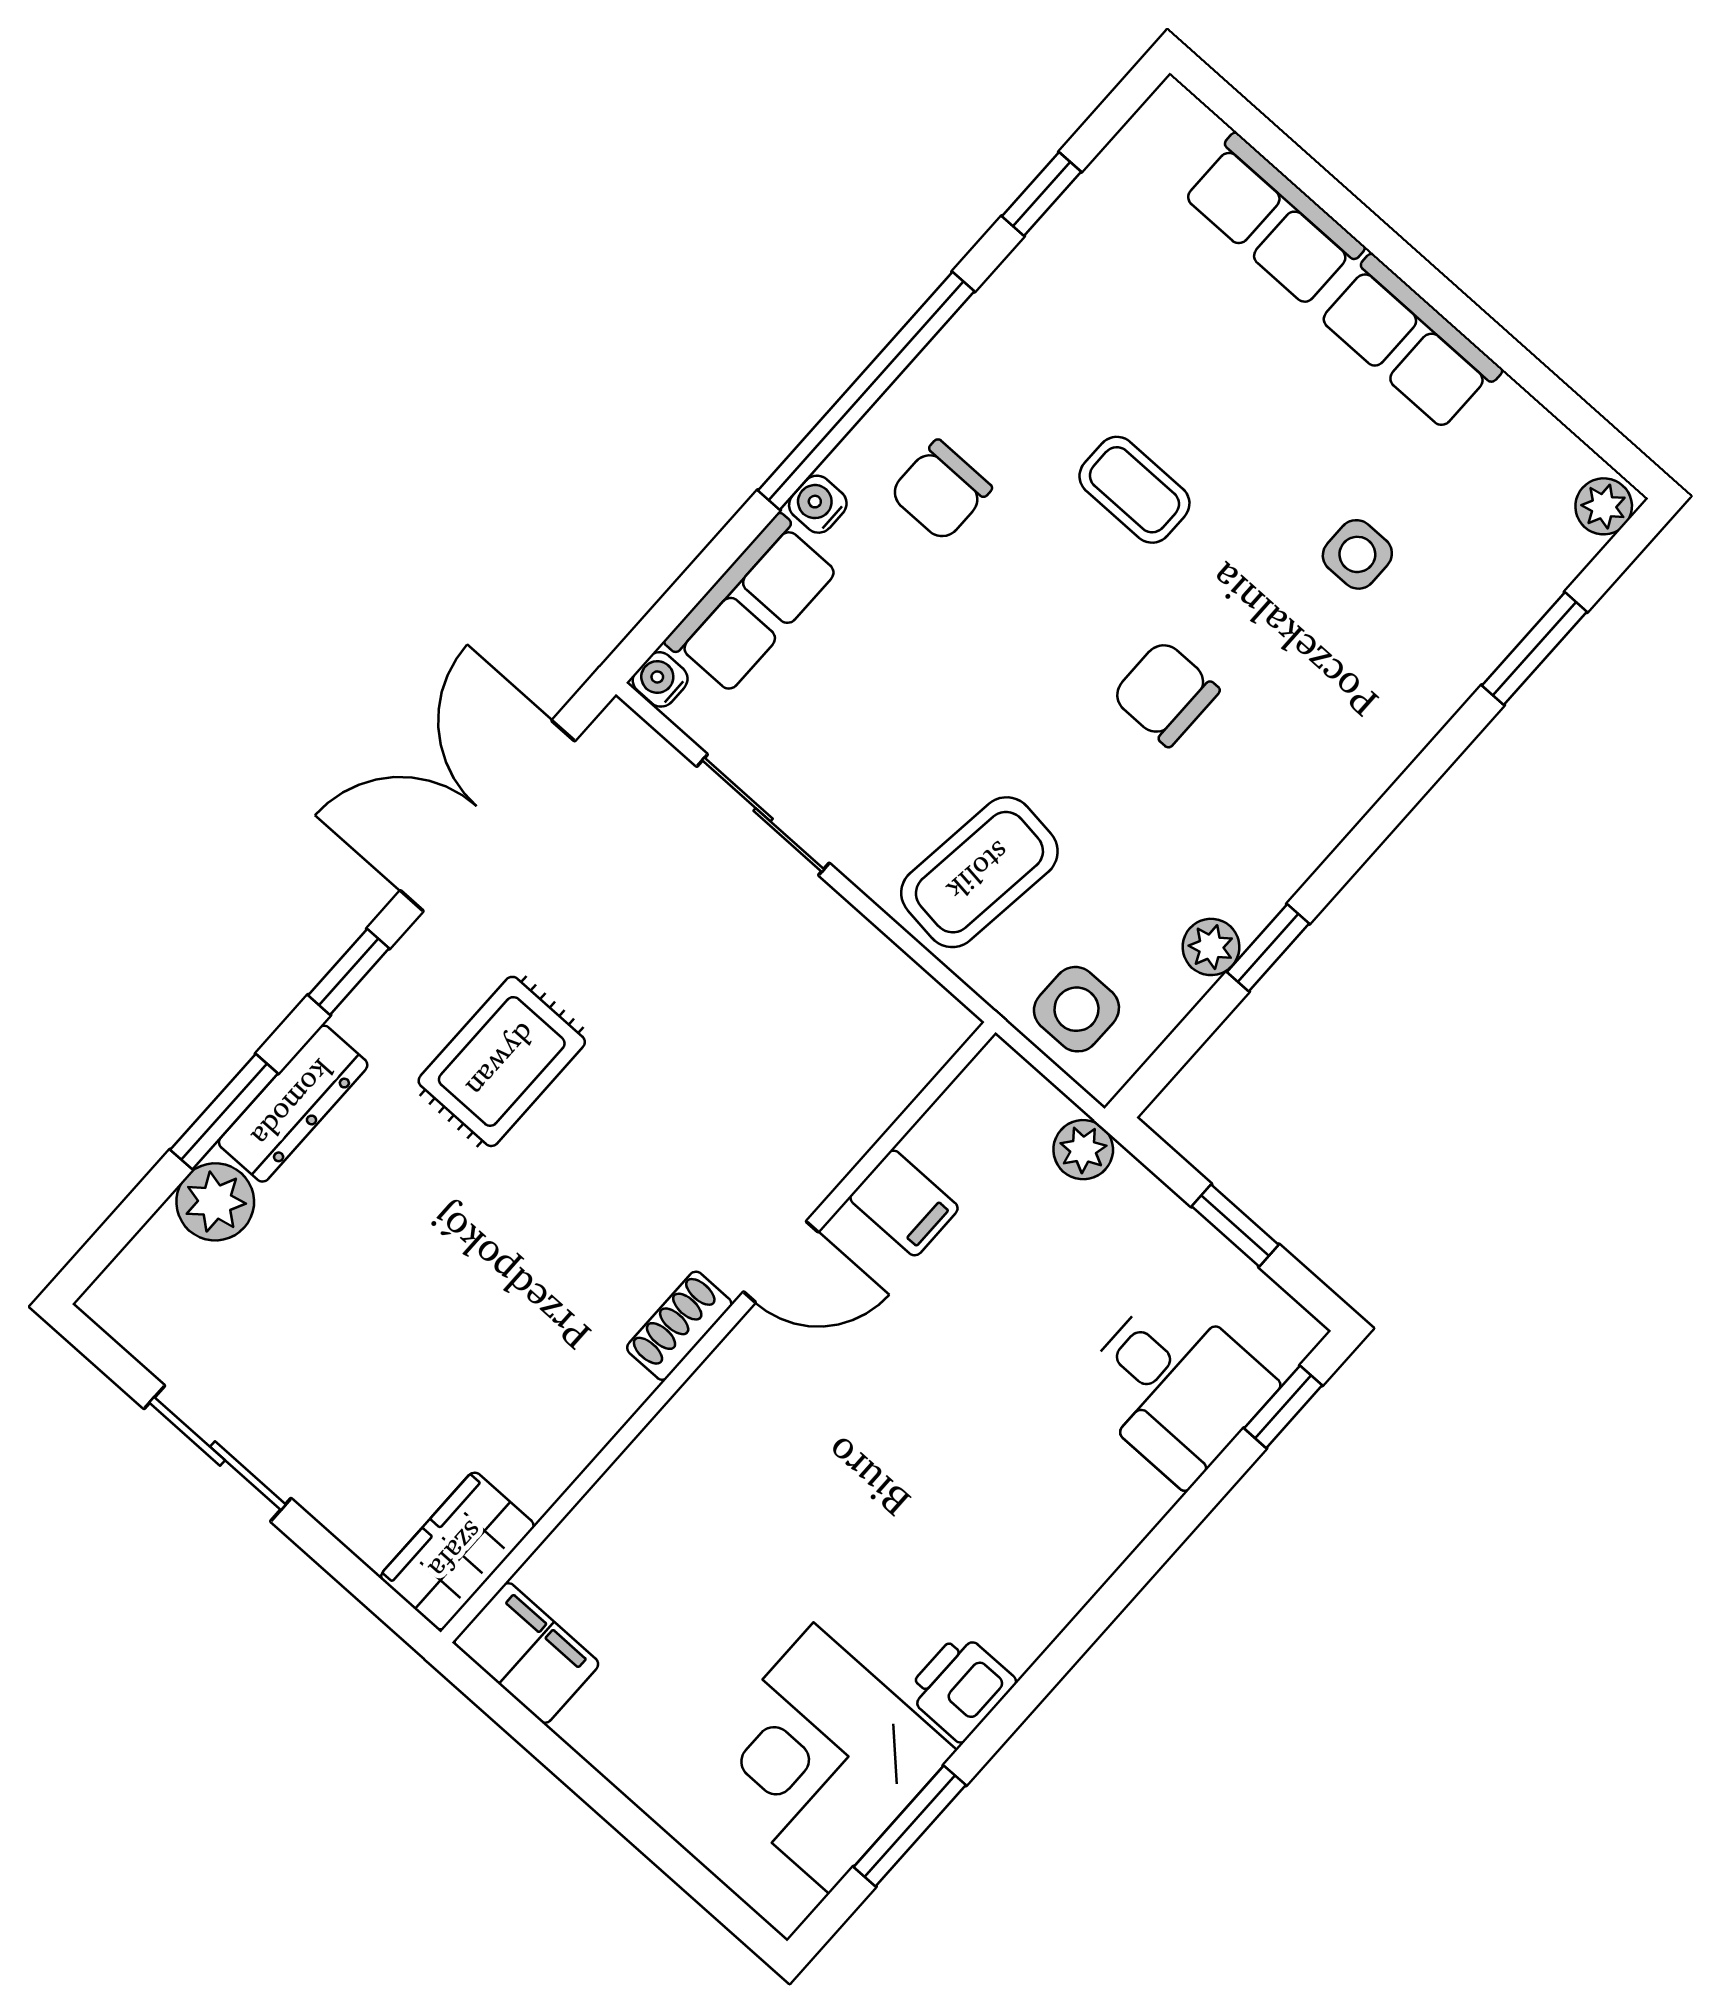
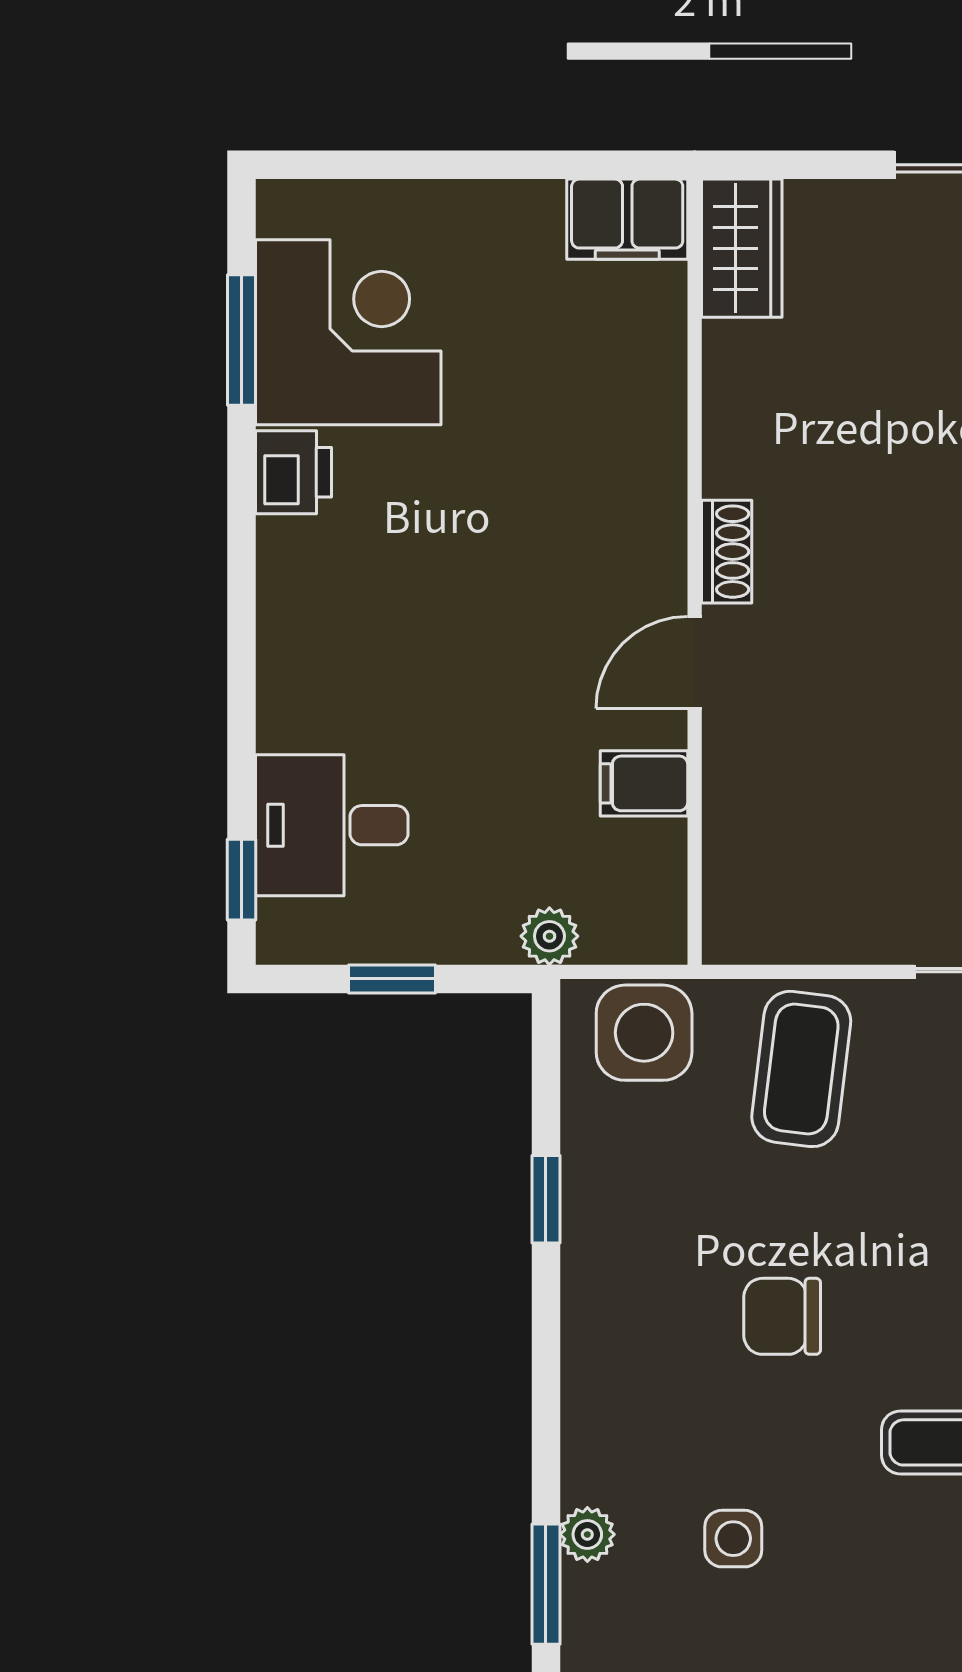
chair: (1165, 693) -> (782, 1316), turned 180
plant: (1211, 947) -> (587, 1534), moved
side table: (1076, 1009) -> (644, 1033), width x1.37, depth x1.37

